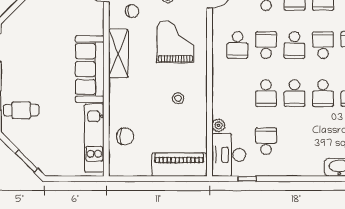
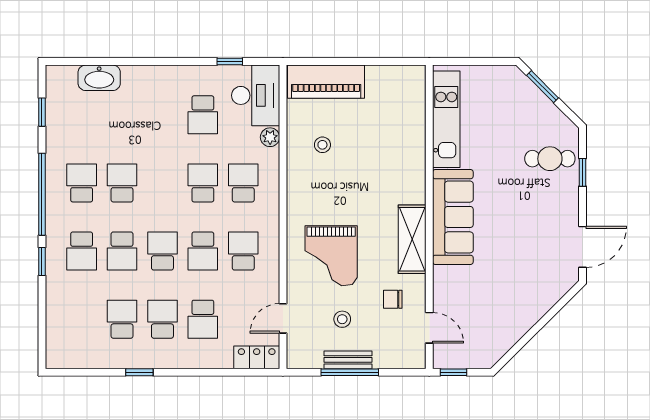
school desk: (294, 93) -> (243, 183), moved
stool: (178, 98) -> (322, 145), moved
chair: (125, 136) -> (403, 122), removed

